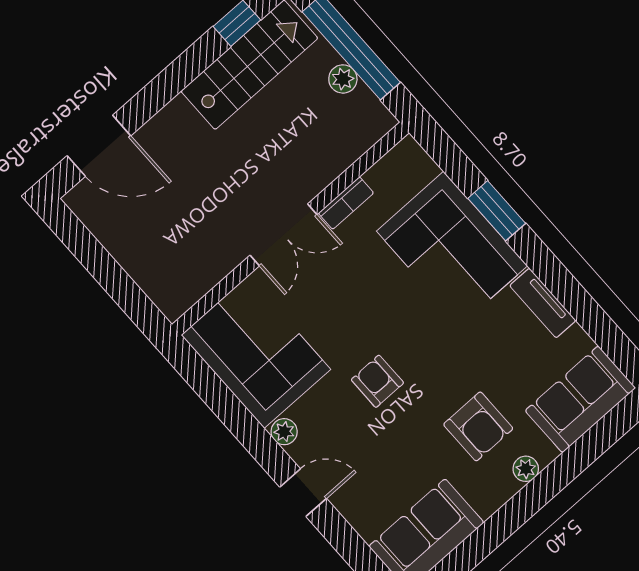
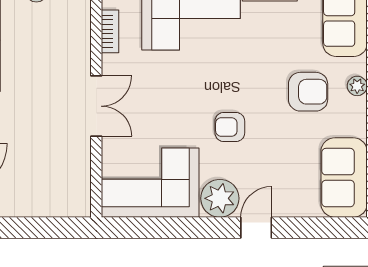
bookcase: (346, 203) -> (110, 31), moved
plant: (284, 432) -> (220, 198), width x1.88, depth x1.88

